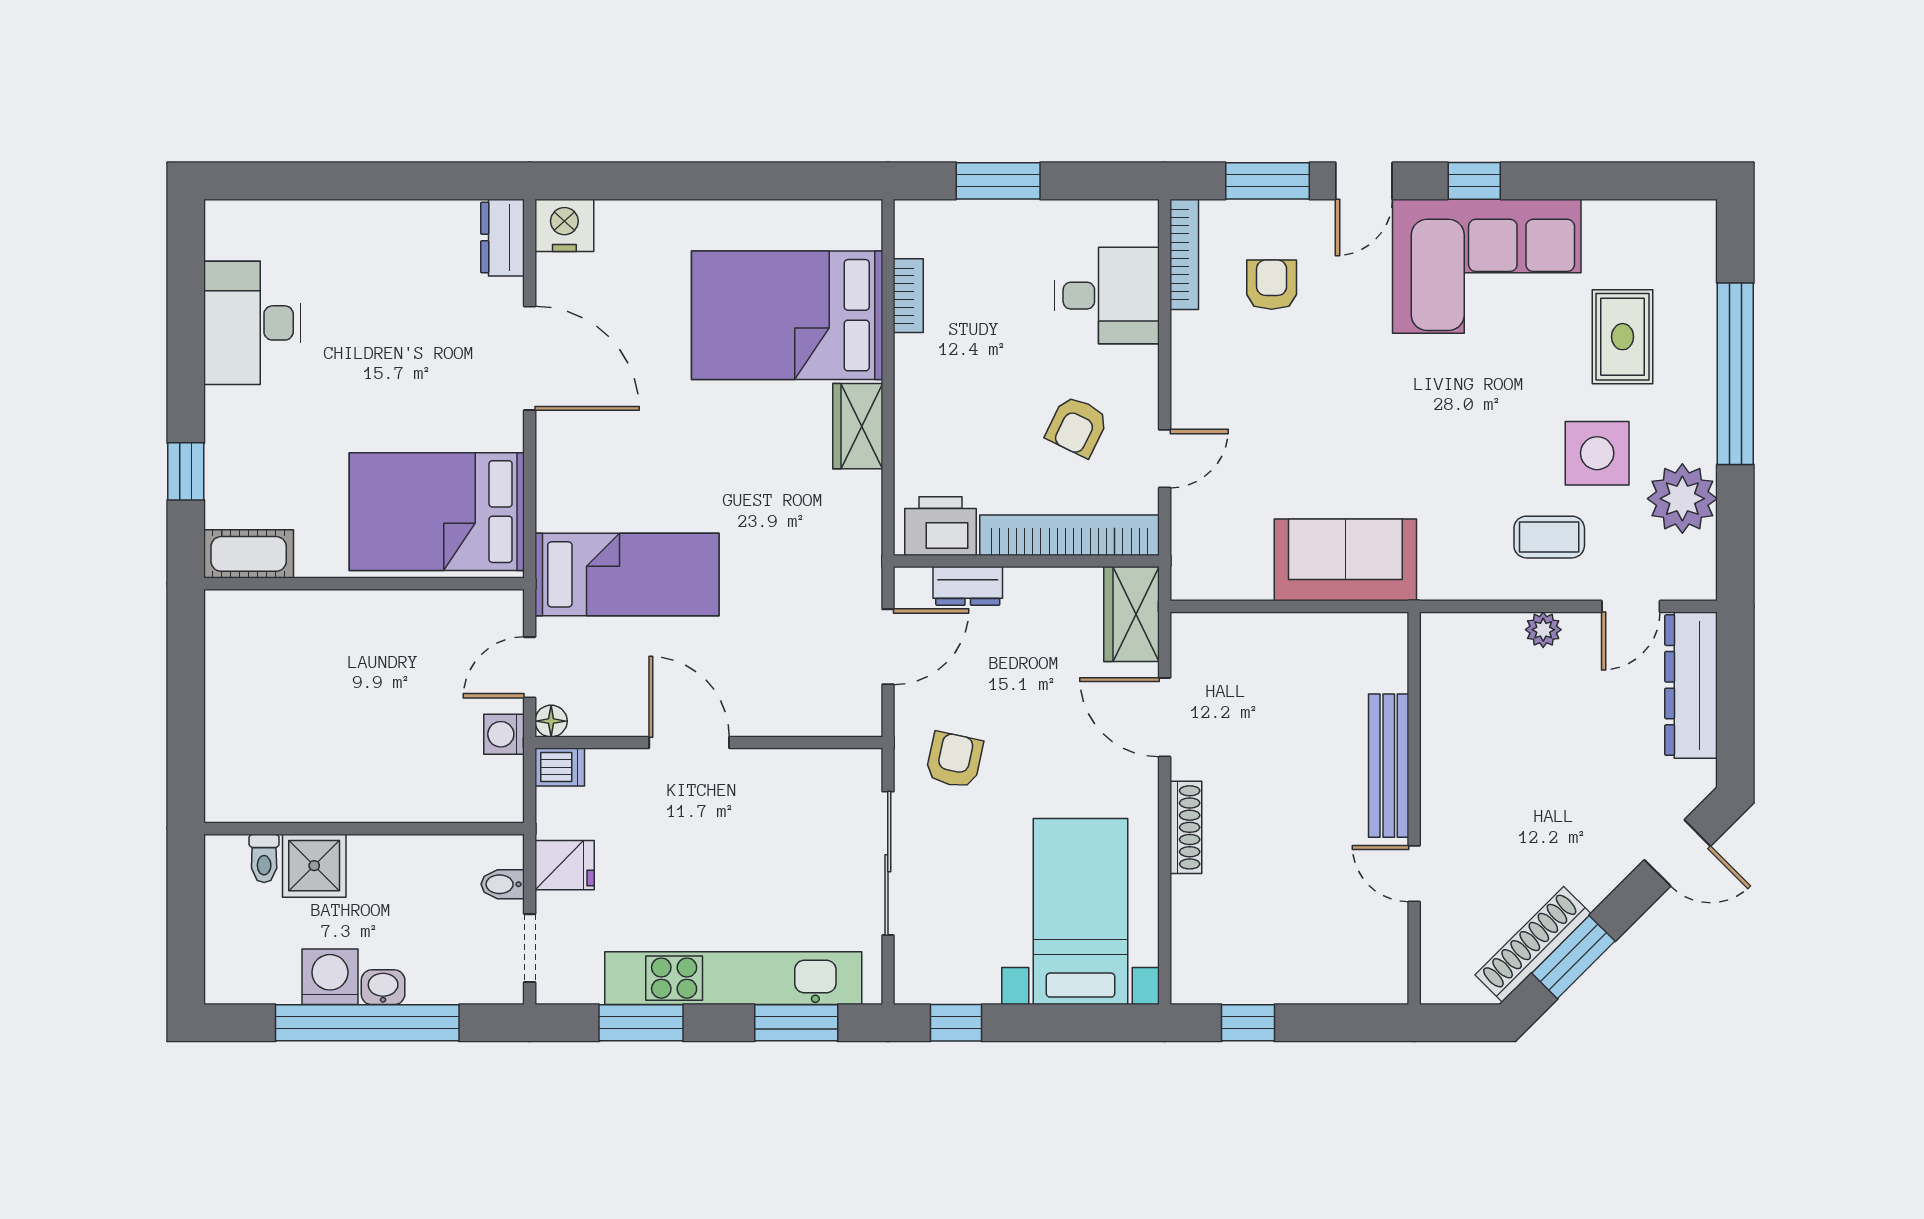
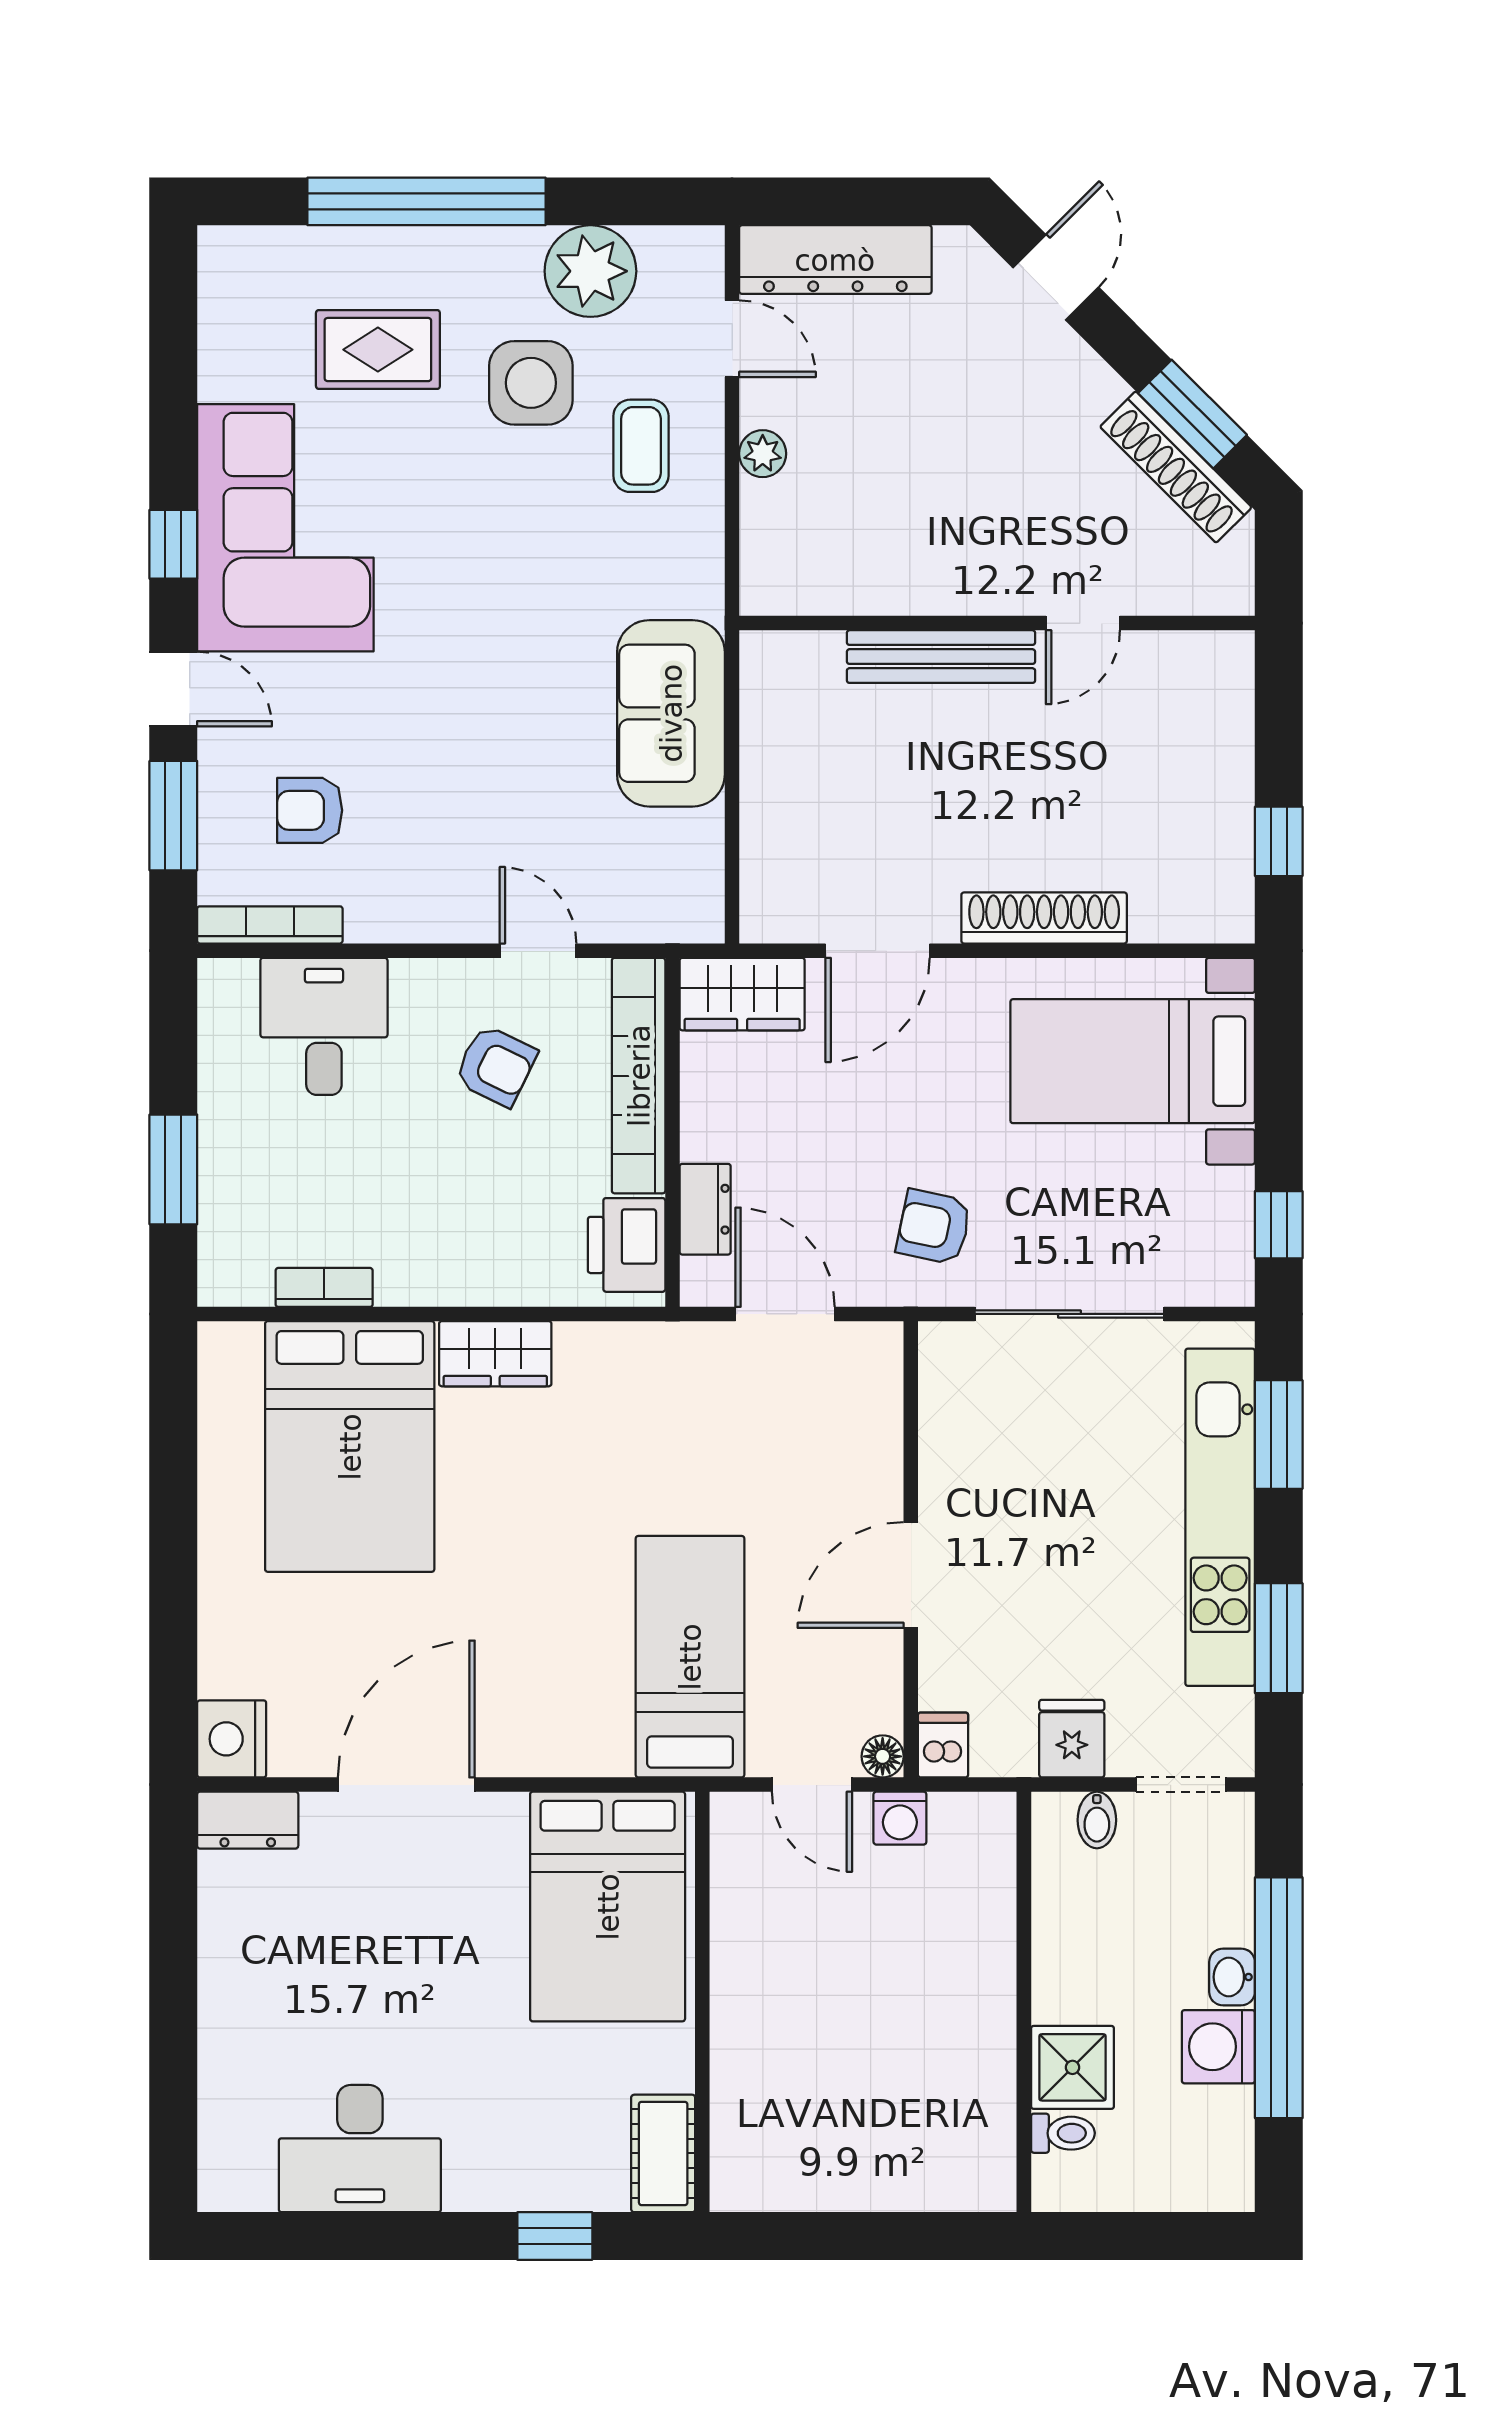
shoe rack: (1186, 827) -> (1044, 918), width x1.36, depth x1.24

